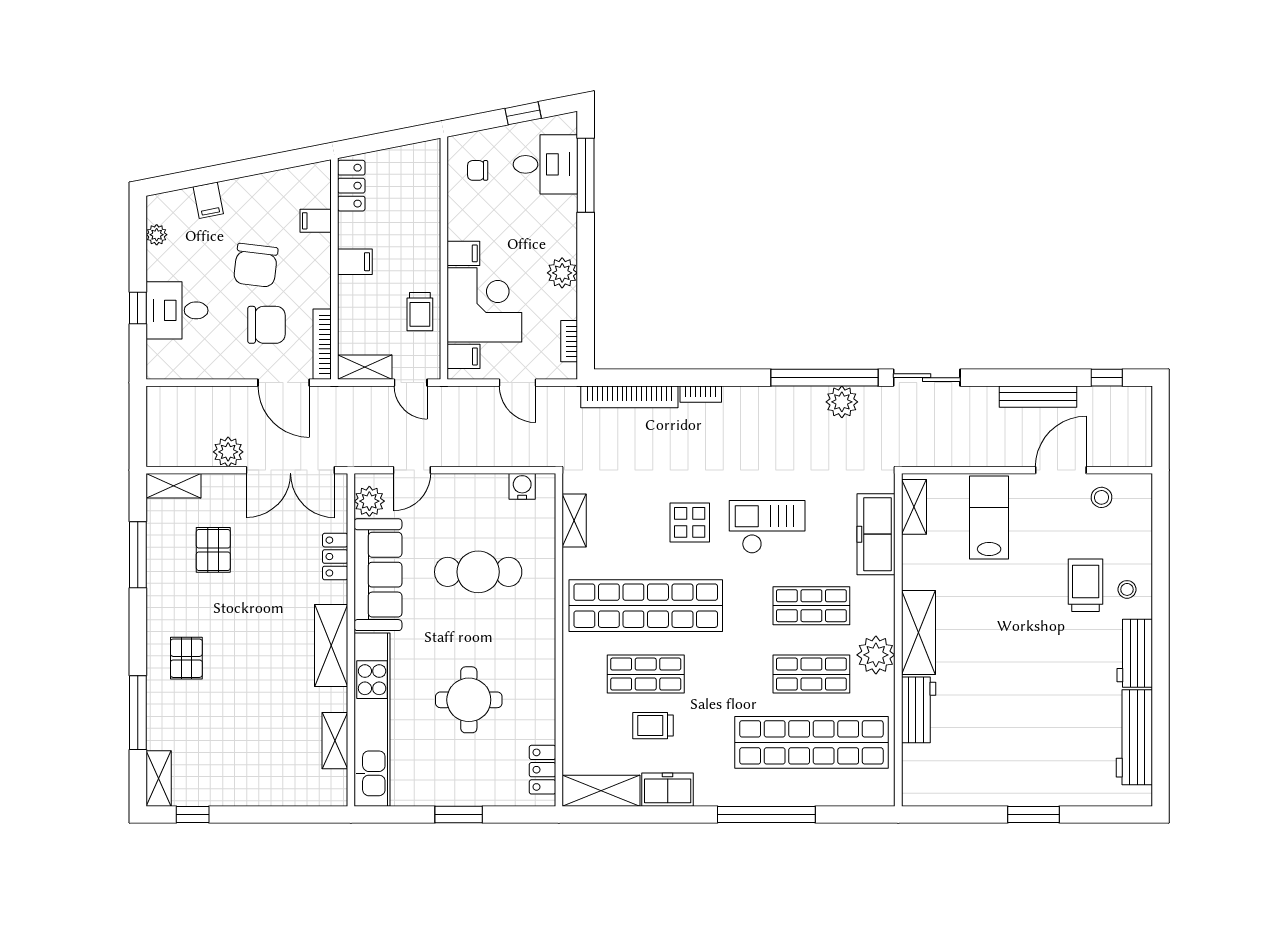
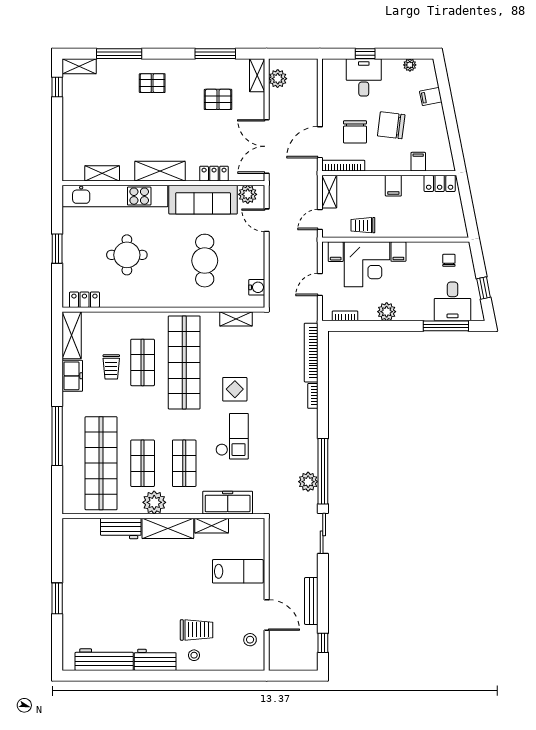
plant: (228, 452) -> (278, 79), moved
shelving: (914, 507) -> (212, 526), moved
trolley: (653, 726) -> (111, 367), turned 180

